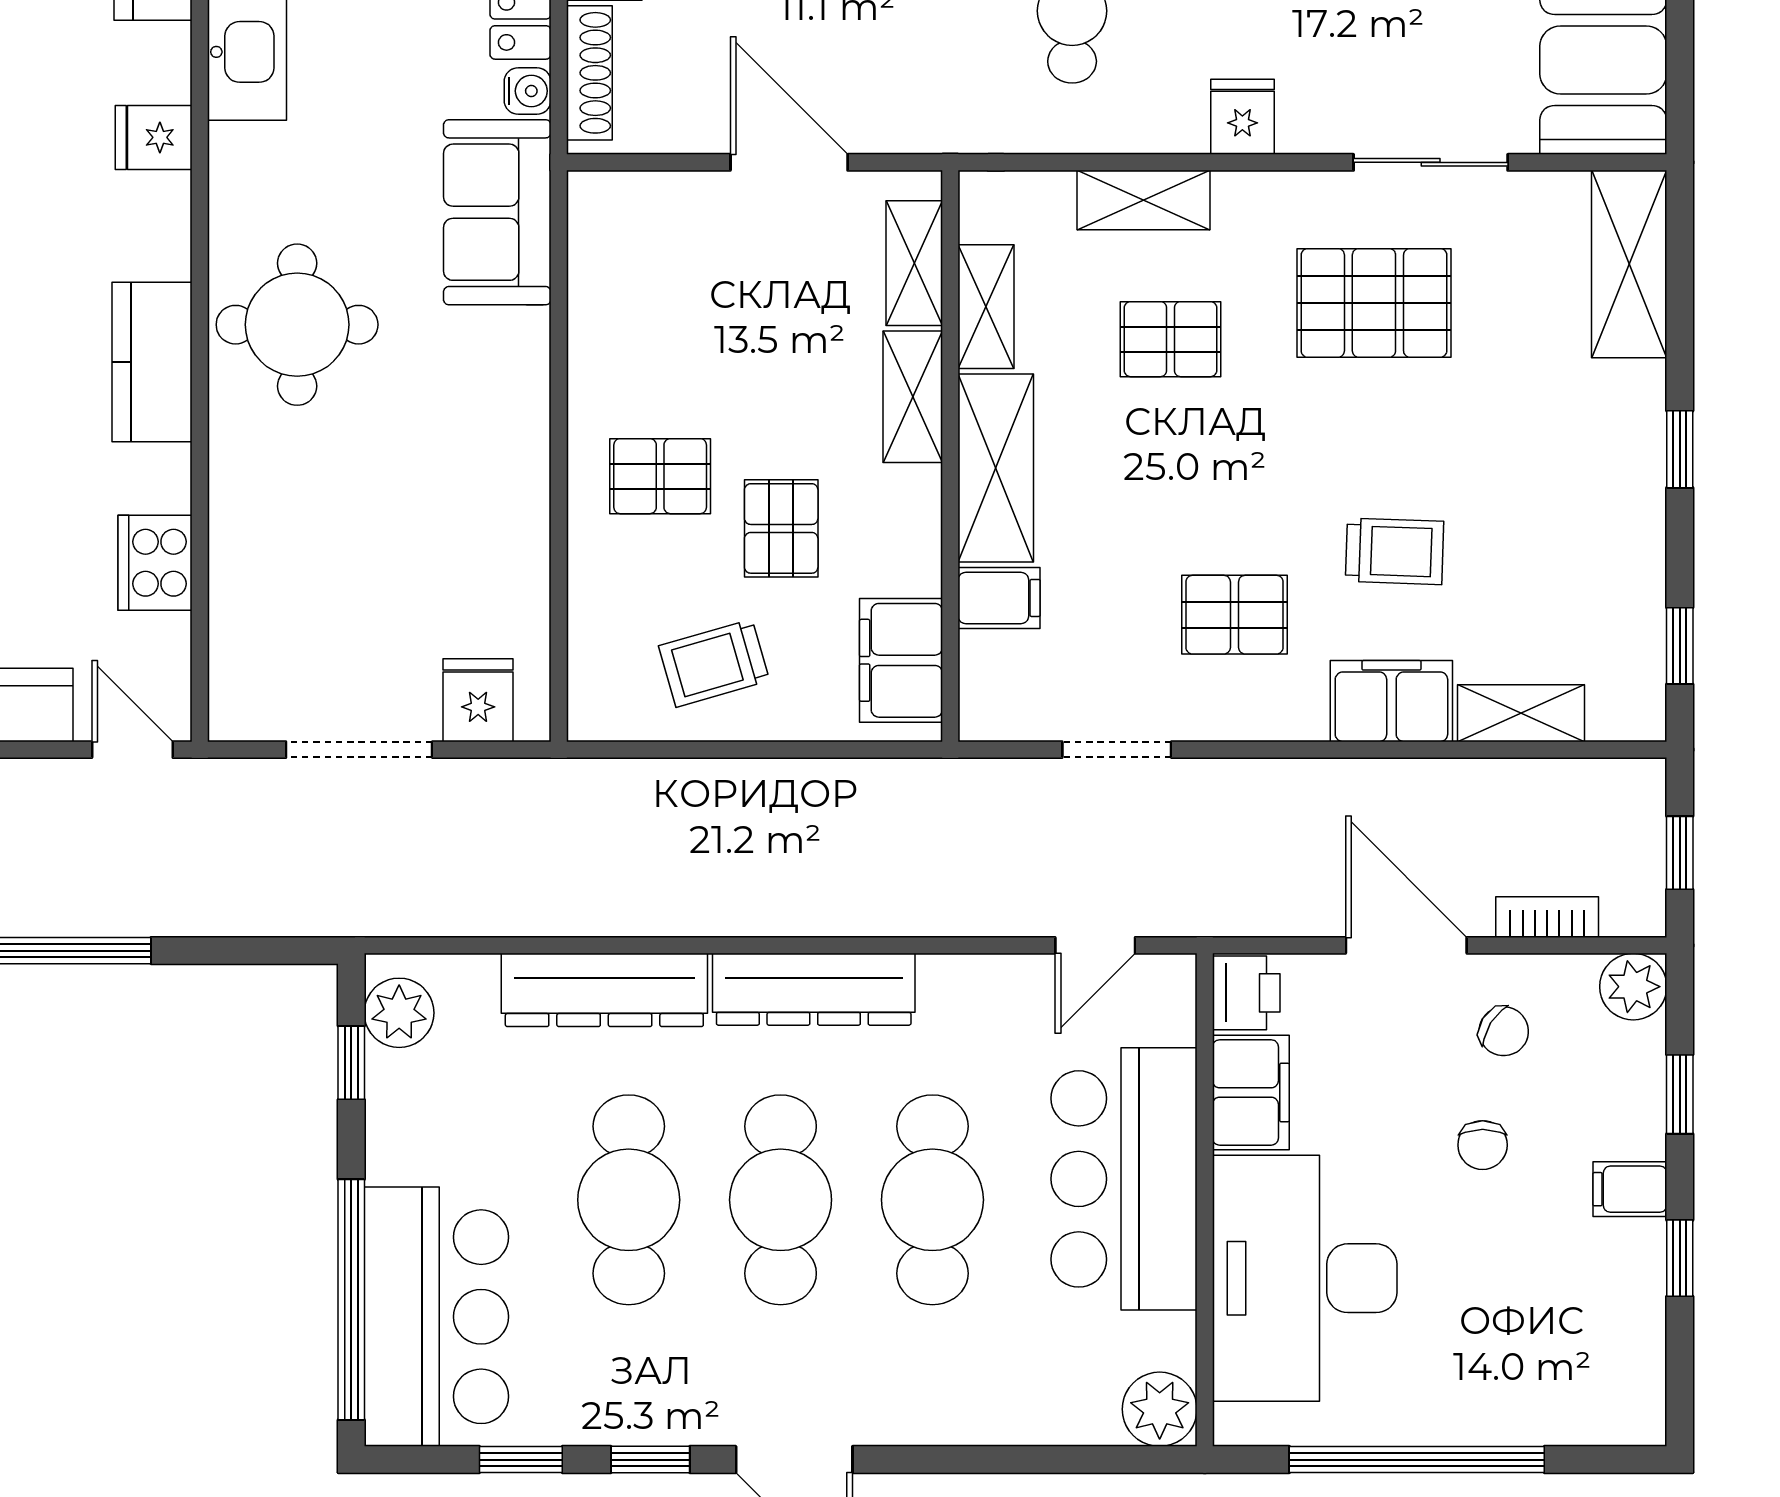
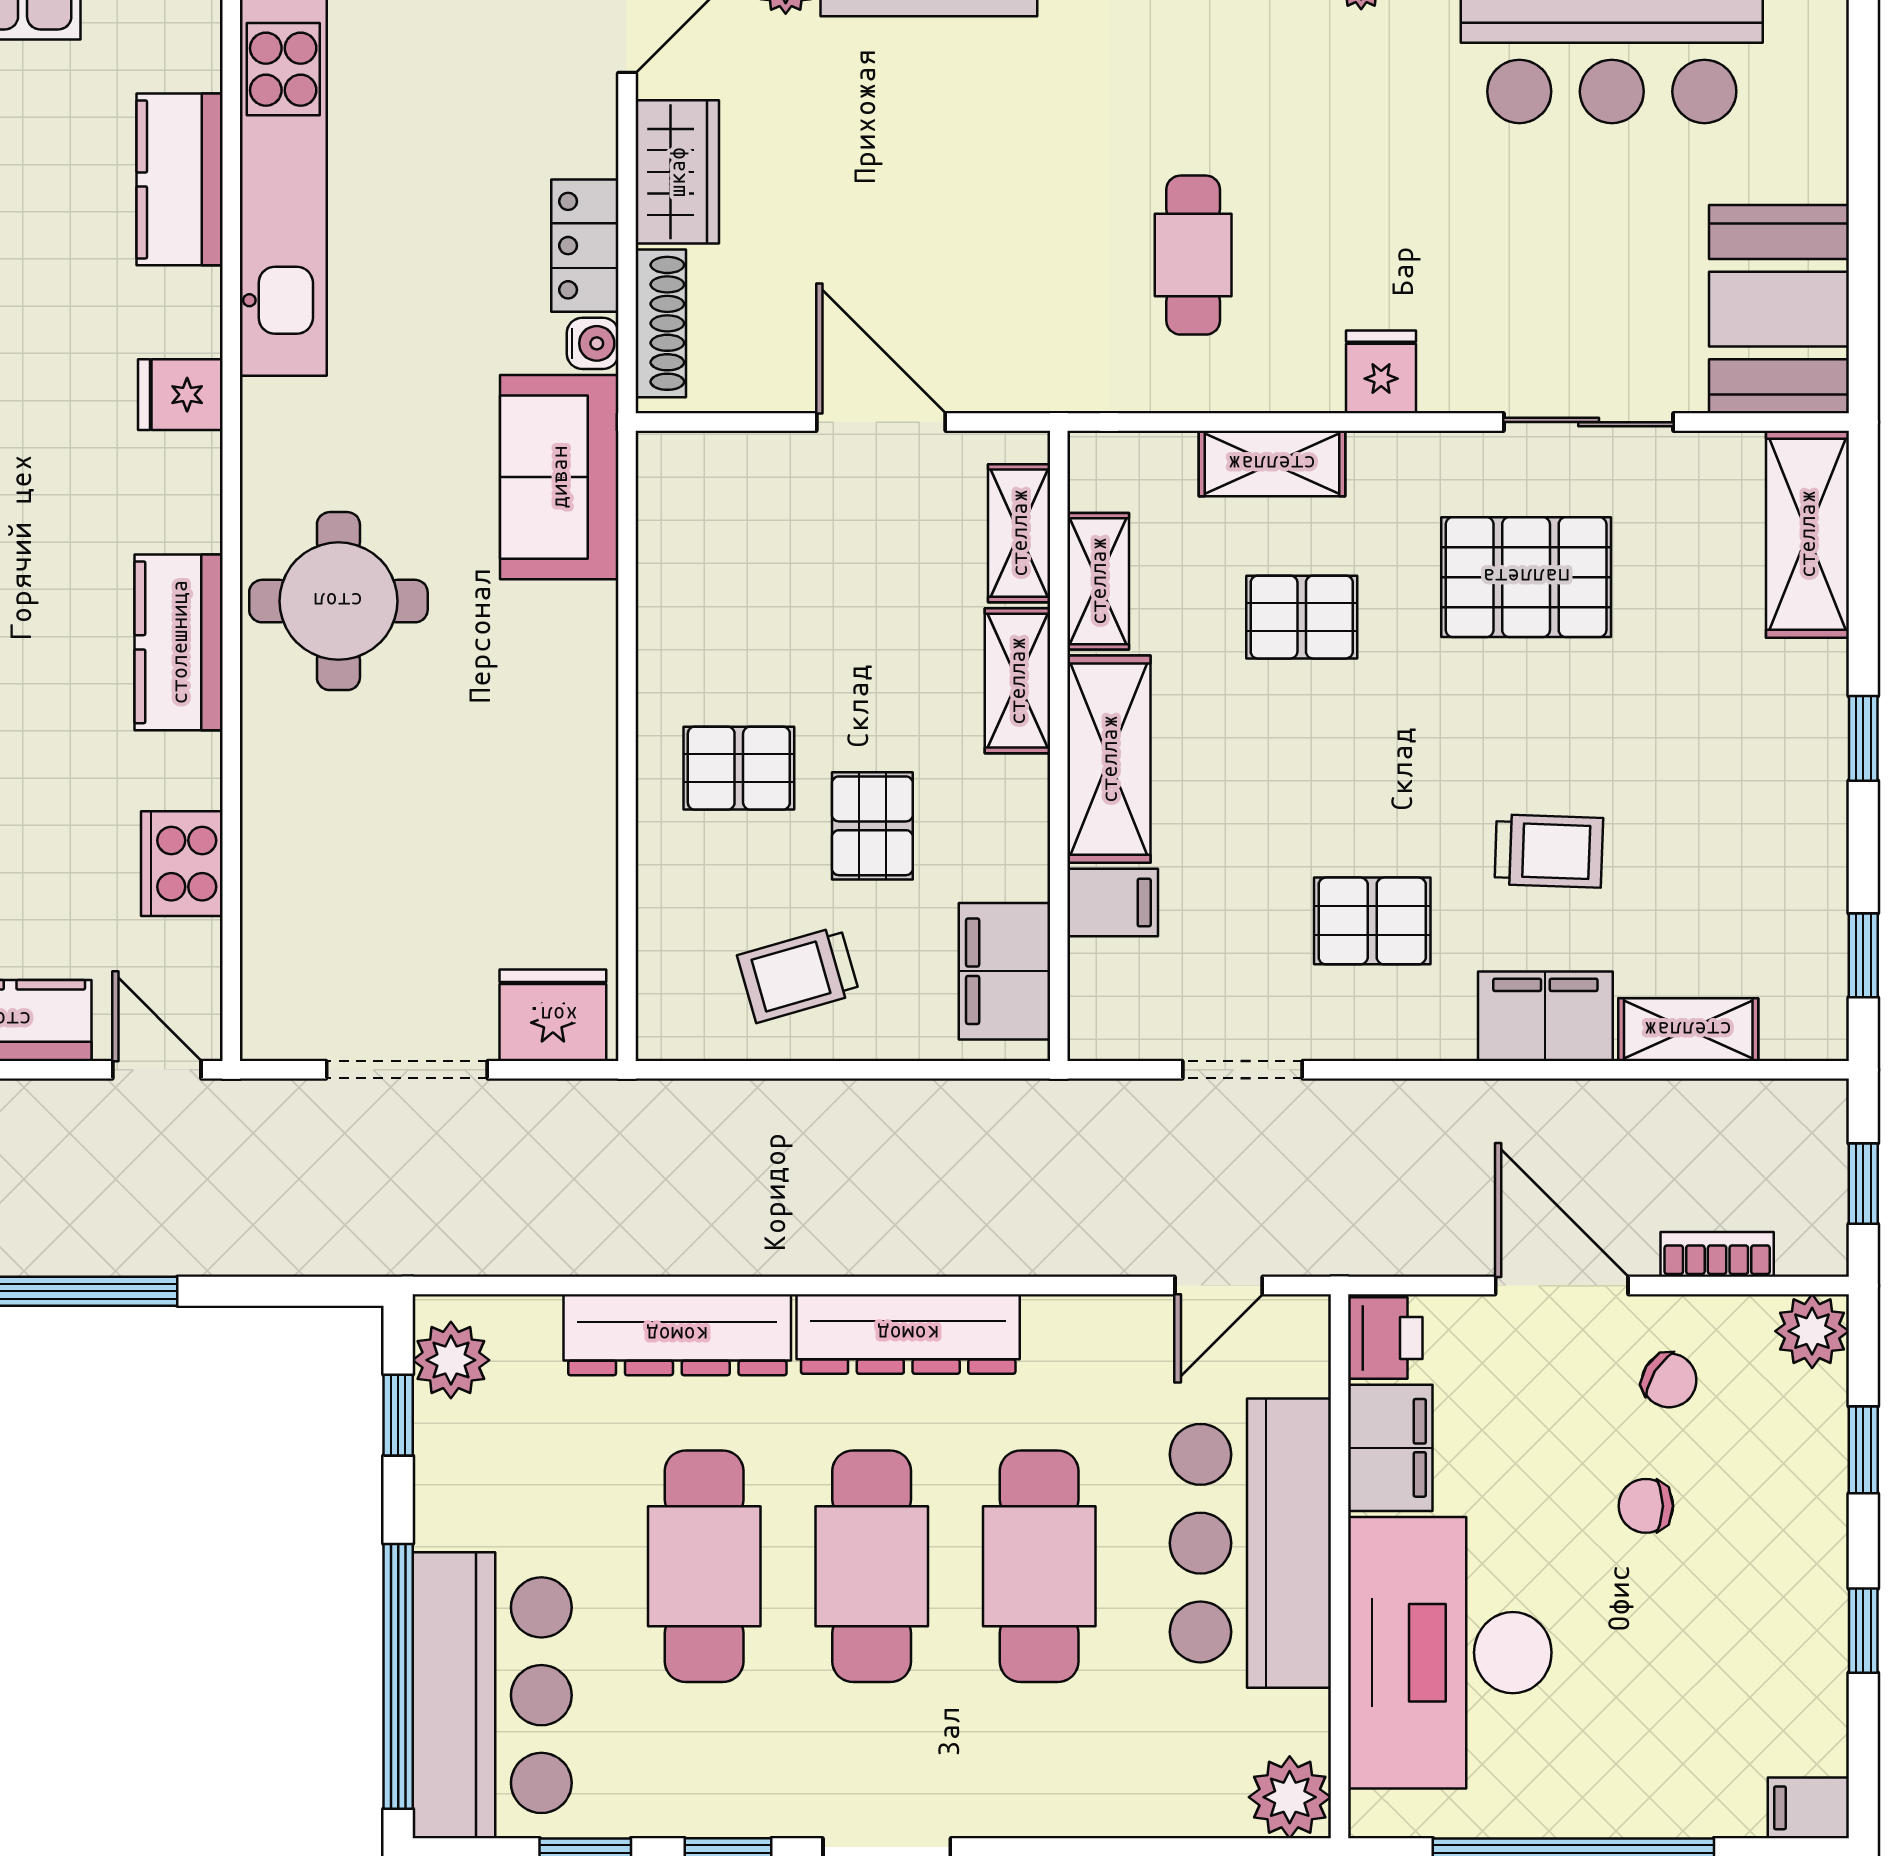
fridge: (478, 700) -> (553, 1015), width x1.38
chair: (1483, 1145) -> (1646, 1506), turned 90
filing cabinet: (1630, 1189) -> (1808, 1808), moved

